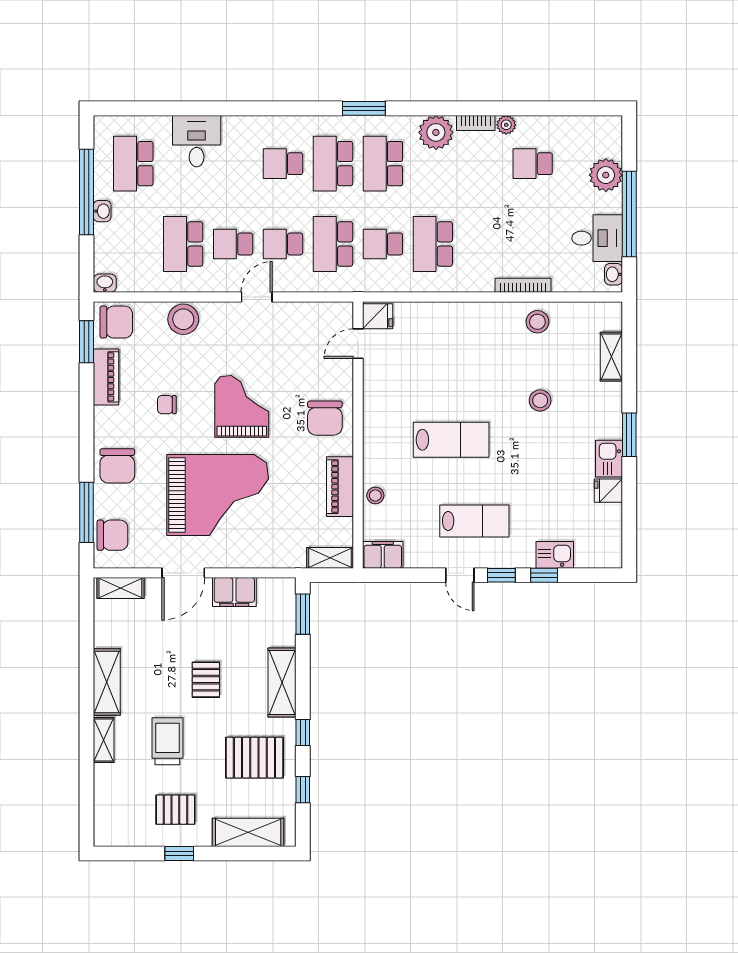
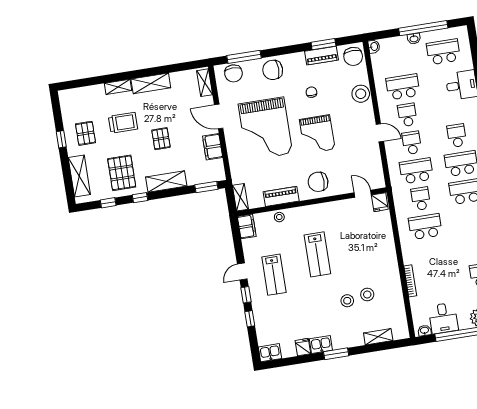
stool: (537, 322) -> (367, 294), moved
window: (87, 342) -> (323, 44), moved
grand piano: (242, 406) -> (317, 134), turned 90
kitchen sink: (555, 555) -> (270, 353), moved, turned -90
pallet: (206, 680) -> (161, 139), turned 90

